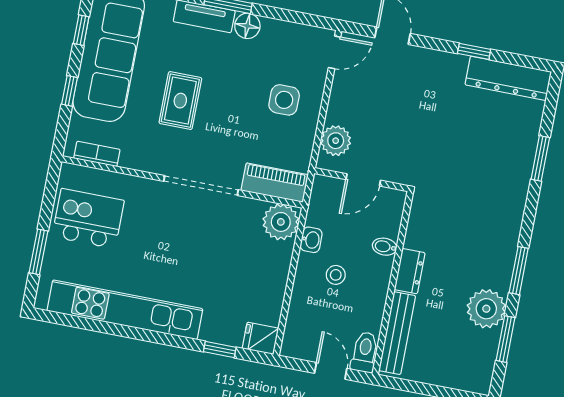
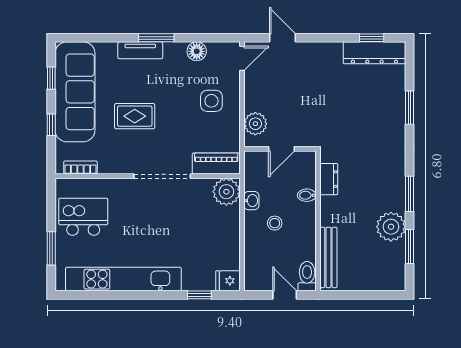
floor lamp: (247, 26) -> (197, 51), moved
window: (474, 51) -> (372, 38), moved
rug: (180, 101) -> (135, 116), turned 90
dresser: (410, 271) -> (329, 179), moved

